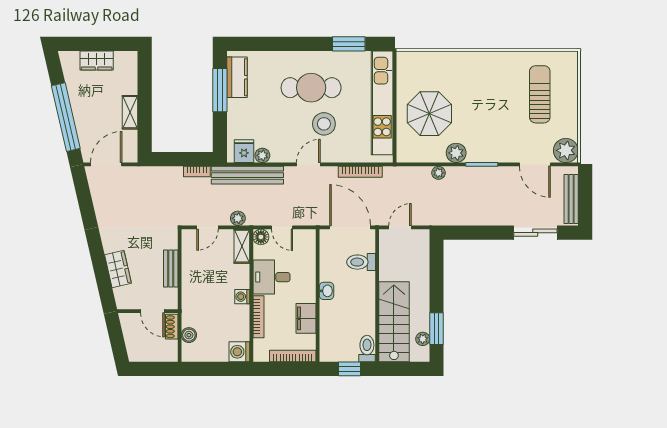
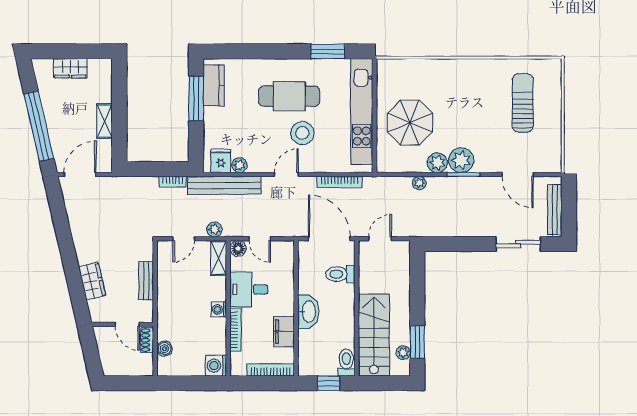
plant: (566, 150) -> (461, 160), moved
washbasin: (327, 291) -> (308, 312), width x1.91, depth x1.45

